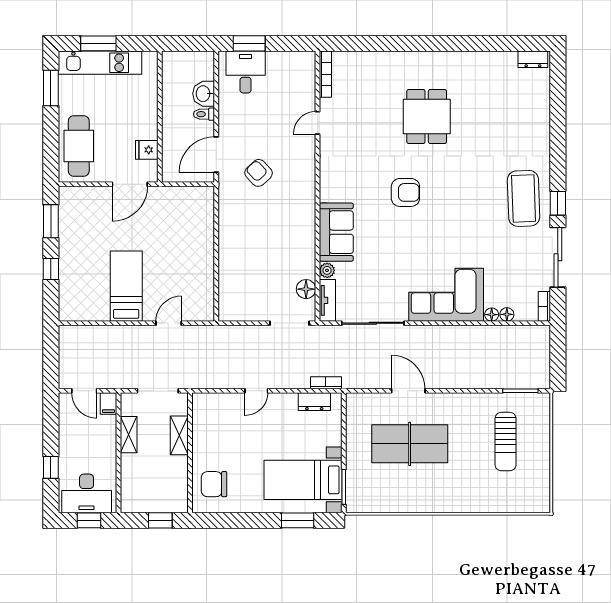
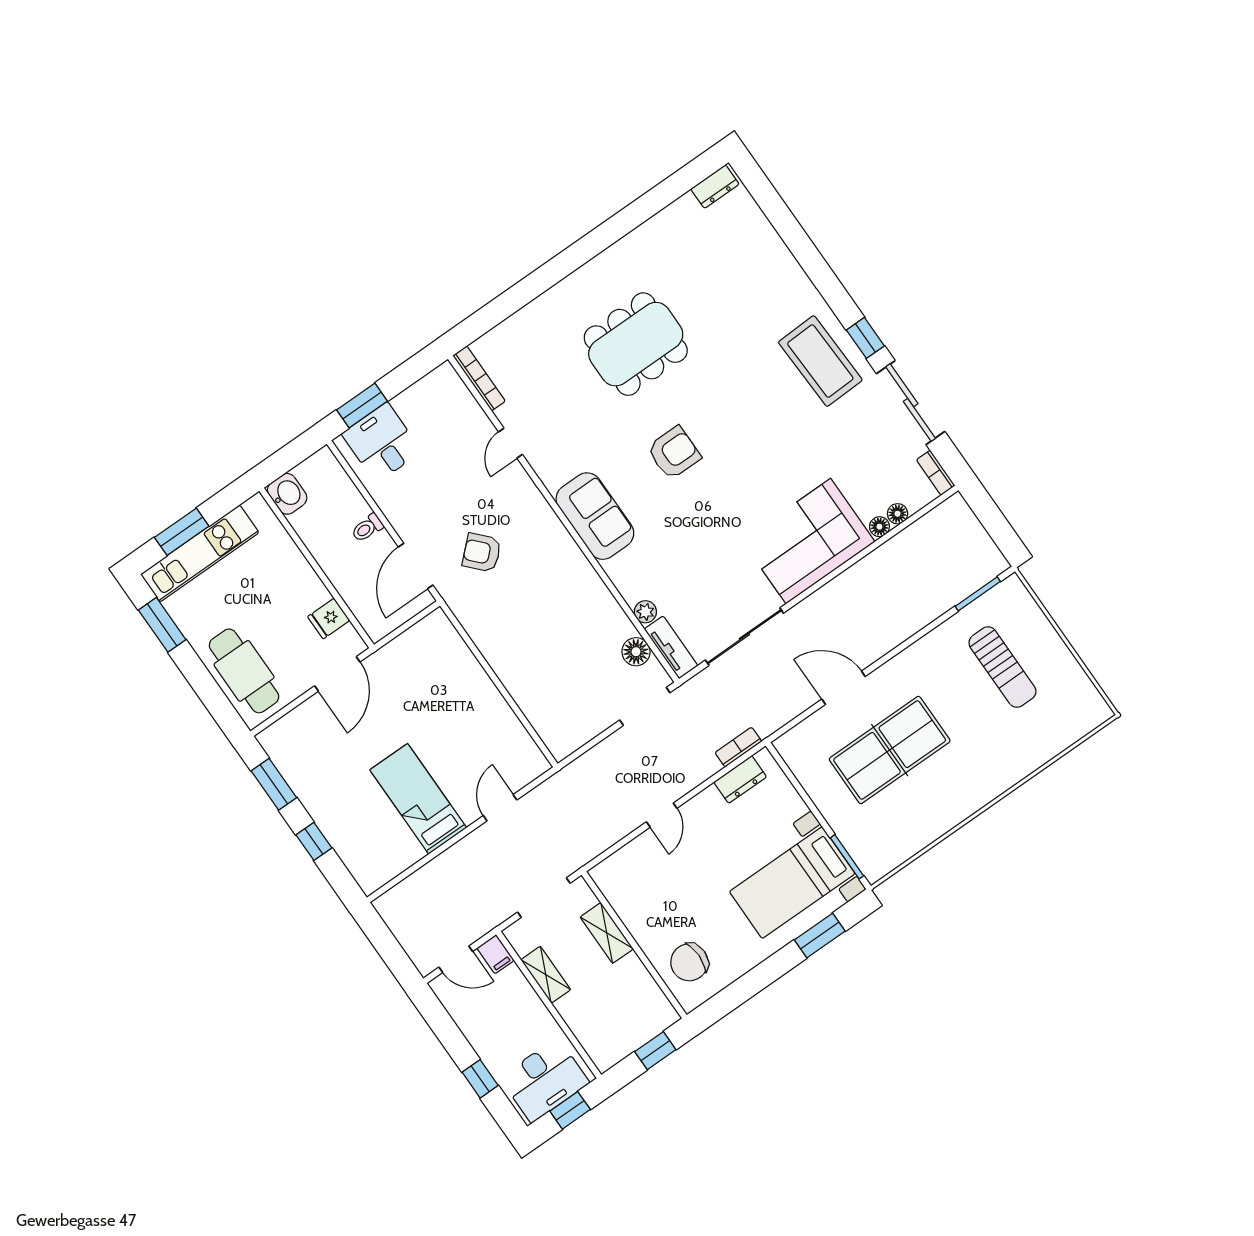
washbasin: (204, 94) -> (287, 494), moved, turned 180
dining table: (427, 117) -> (636, 344), width x1.38
sofa: (336, 232) -> (595, 516), moved

